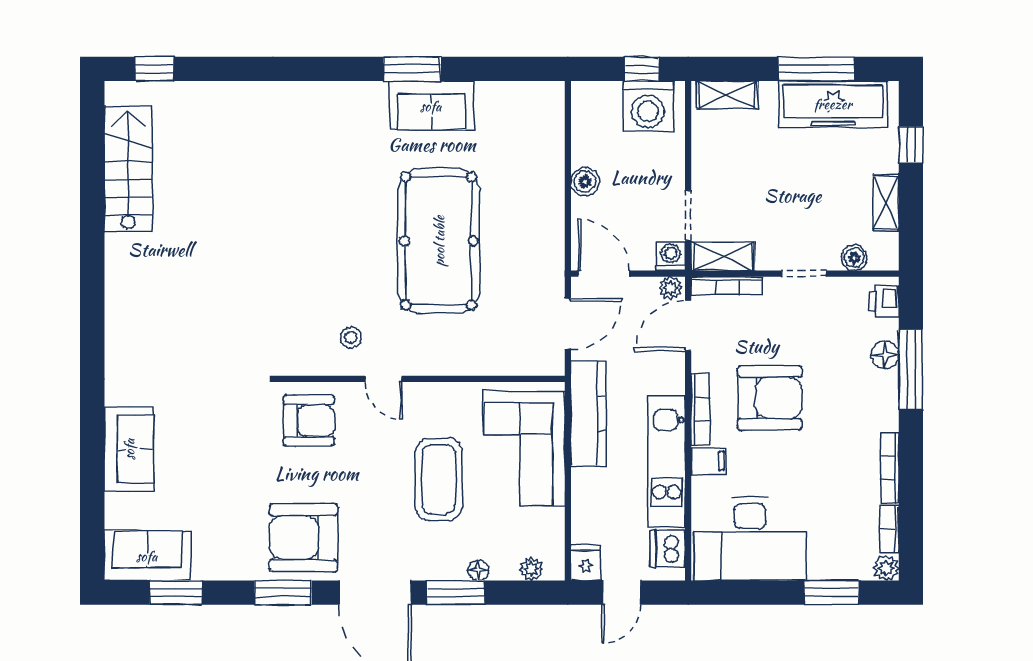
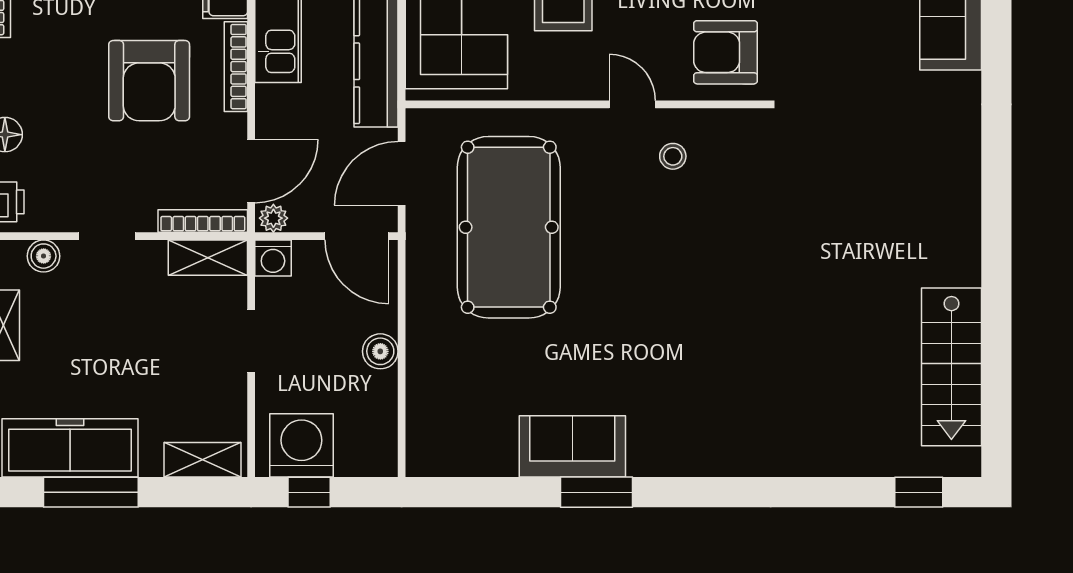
doorway: (688, 216) -> (251, 341), moved
pool table: (439, 241) -> (509, 227), moved
armchair: (770, 398) -> (149, 81), turned -90

